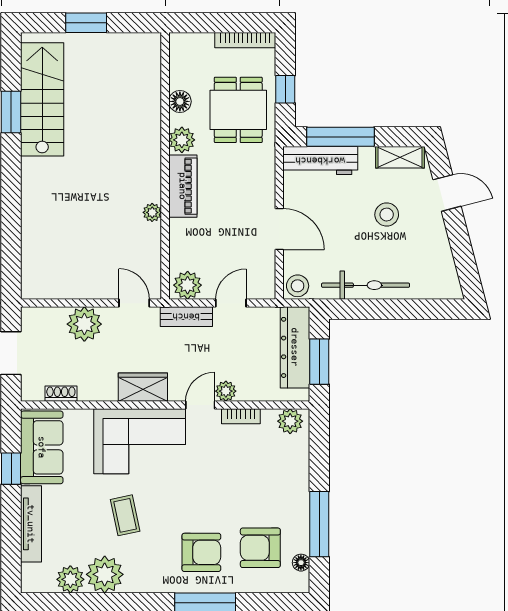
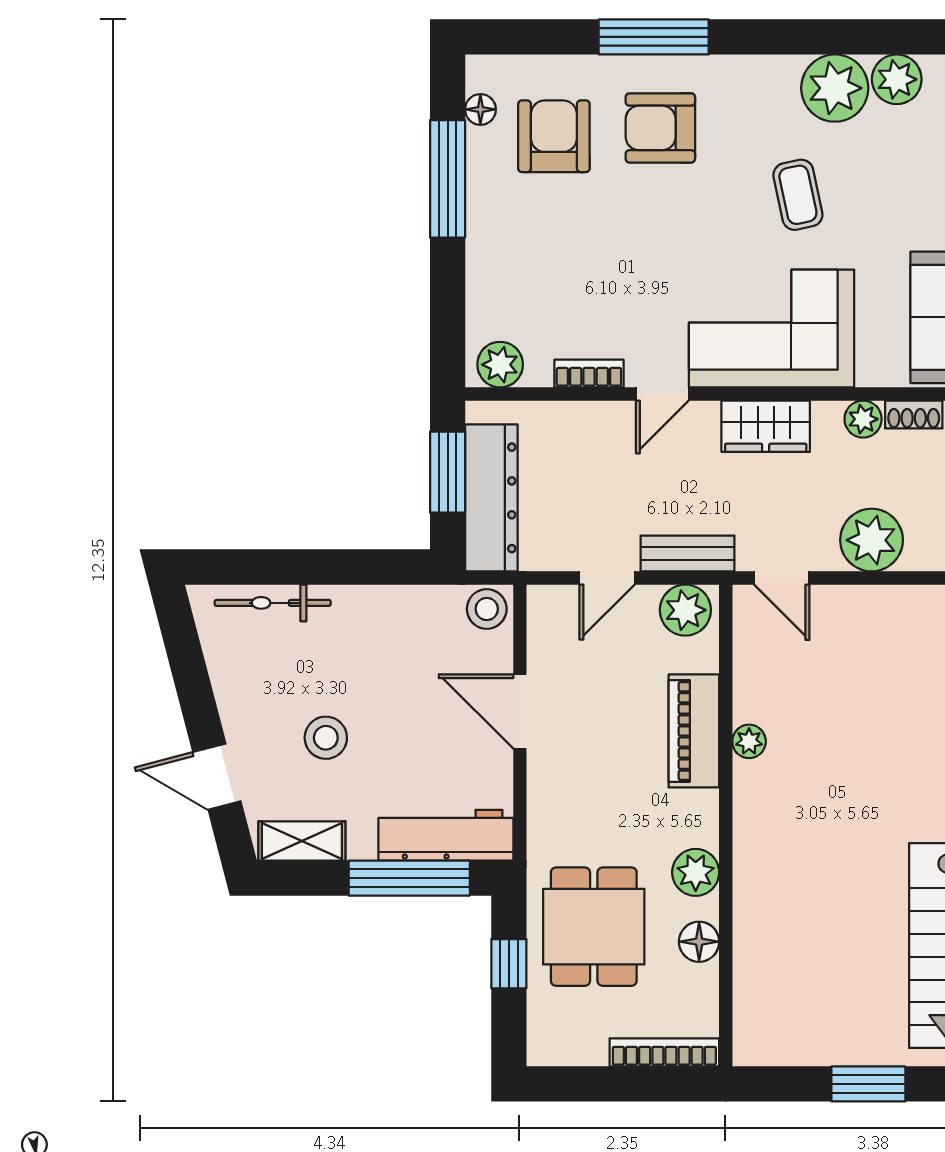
bookcase: (245, 40) -> (664, 1052), moved
piano: (183, 186) -> (694, 731), moved
bicycle: (366, 285) -> (273, 603), moved, width x0.73, depth x0.71
plant: (226, 391) -> (863, 419), moved
armchair: (260, 548) -> (554, 136), turned -90

